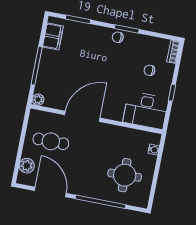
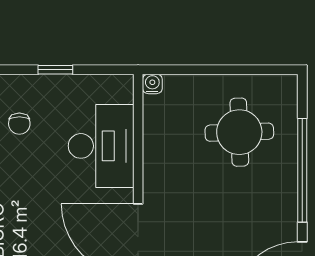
desk: (146, 110) -> (101, 146), moved
water cooler: (154, 150) -> (152, 84), moved

